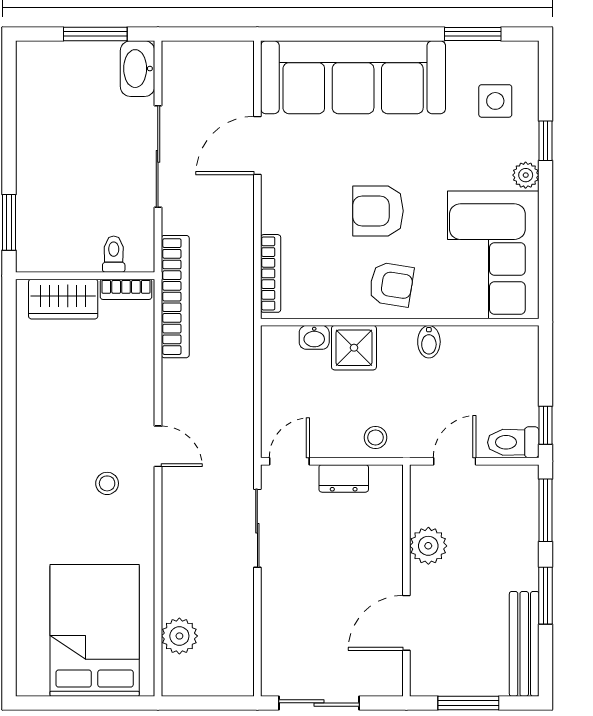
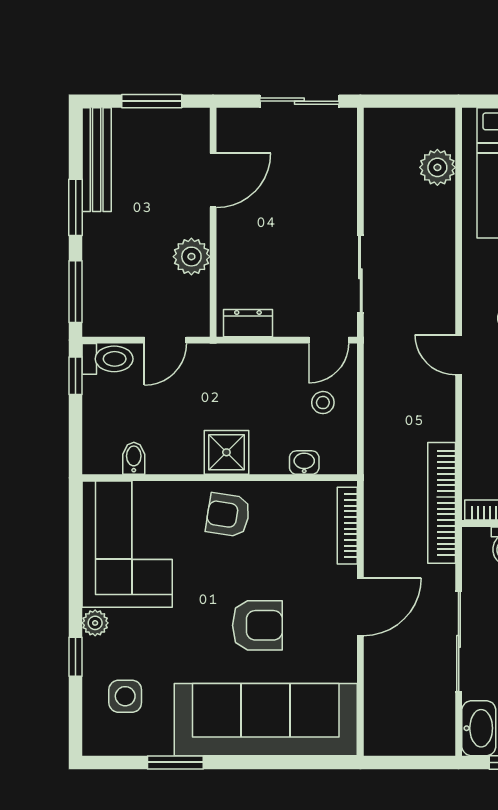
window: (473, 34) -> (175, 762), moved
door: (257, 145) -> (360, 607), moved
armchair: (378, 211) -> (257, 625), moved
bidet: (429, 342) -> (134, 458), moved
shower: (354, 348) -> (226, 452), moved
stool: (375, 437) -> (323, 403), moved
dresser: (344, 478) -> (248, 323), moved

